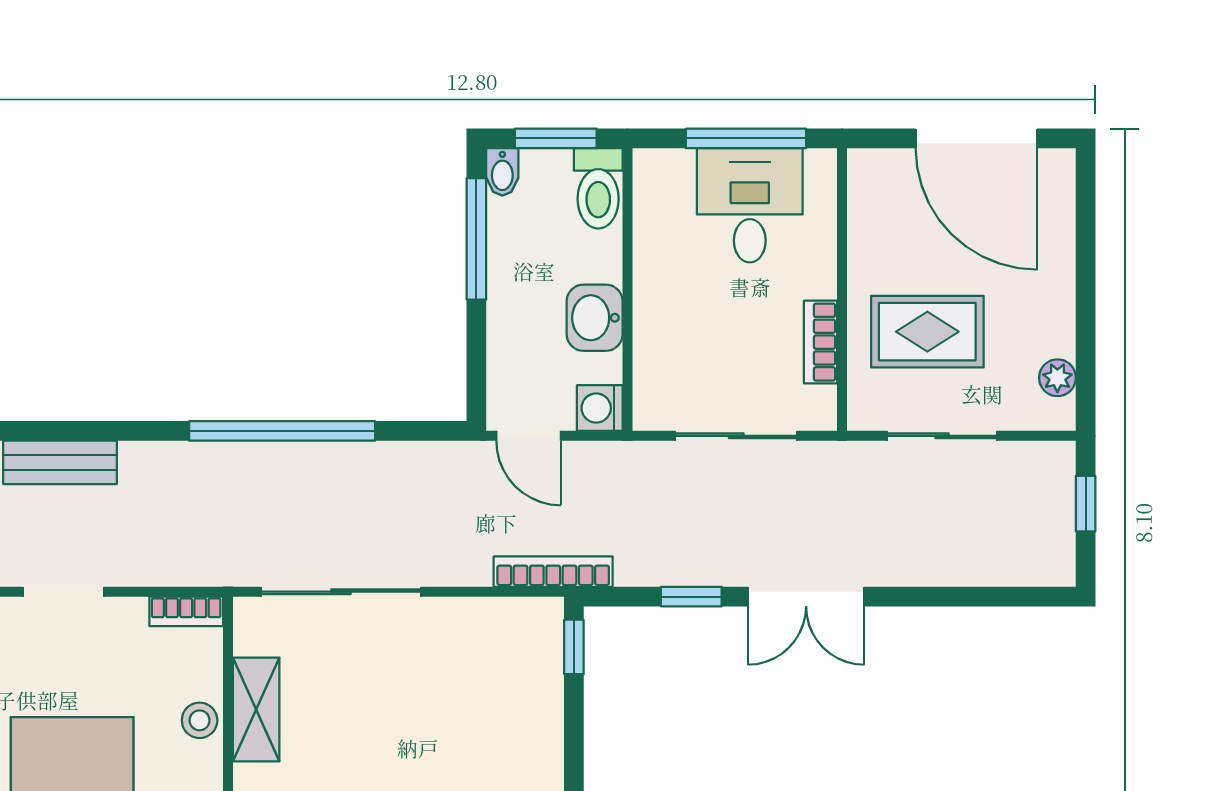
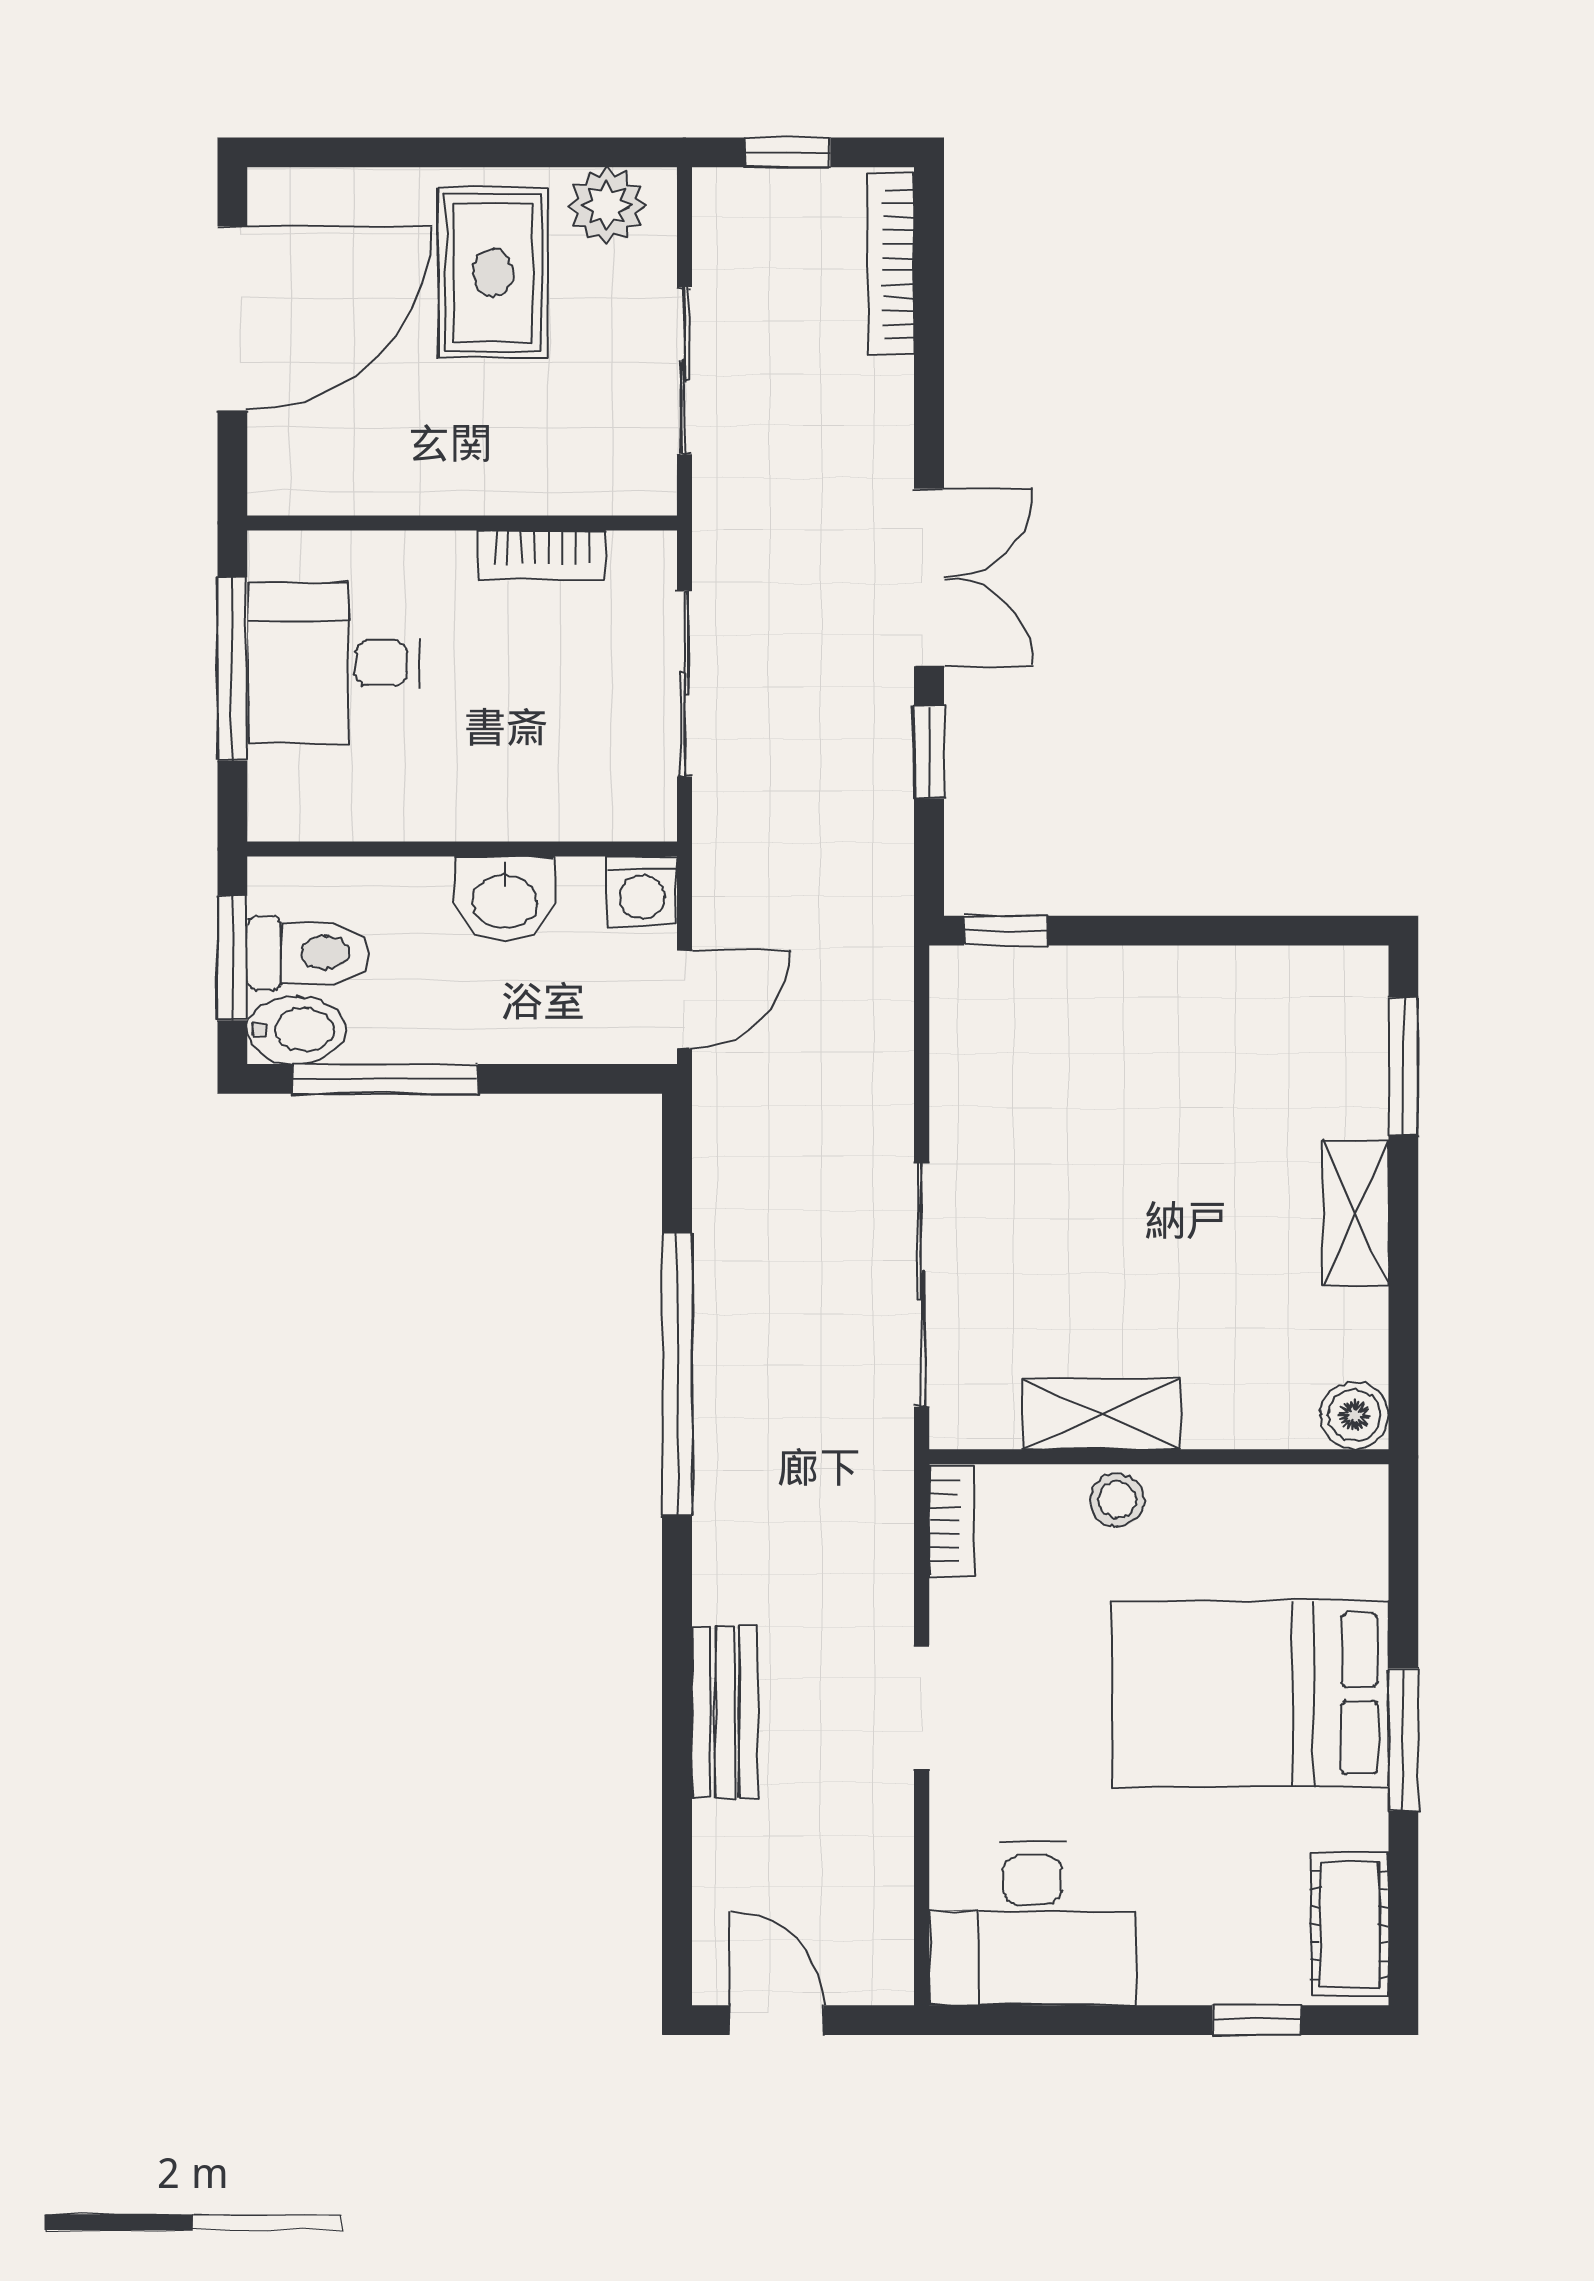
bidet: (502, 172) -> (296, 1030), width x1.38, depth x1.36
toilet: (598, 188) -> (308, 953), moved
rug: (927, 332) -> (493, 273), moved
plant: (1057, 378) -> (607, 206), width x1.38, depth x1.38
bookcase: (553, 572) -> (891, 264), moved

